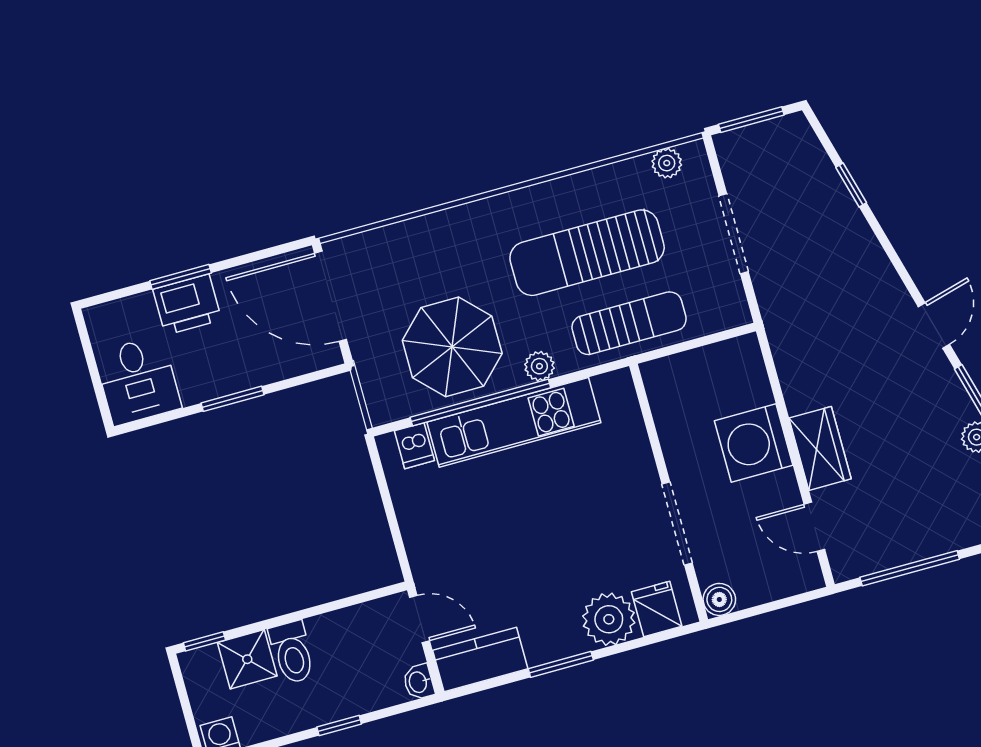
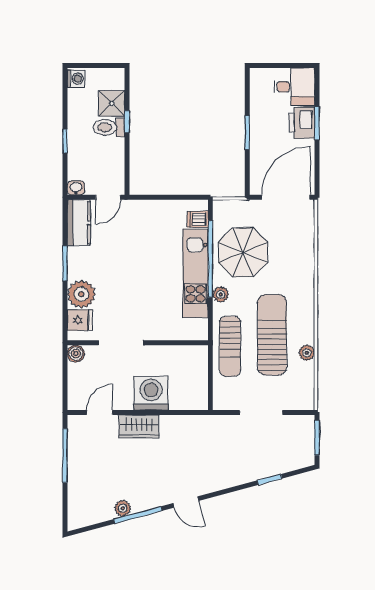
plant: (667, 163) -> (307, 353), moved
desk: (138, 381) -> (294, 87), moved, turned 180
window: (204, 641) -> (127, 122), moved

